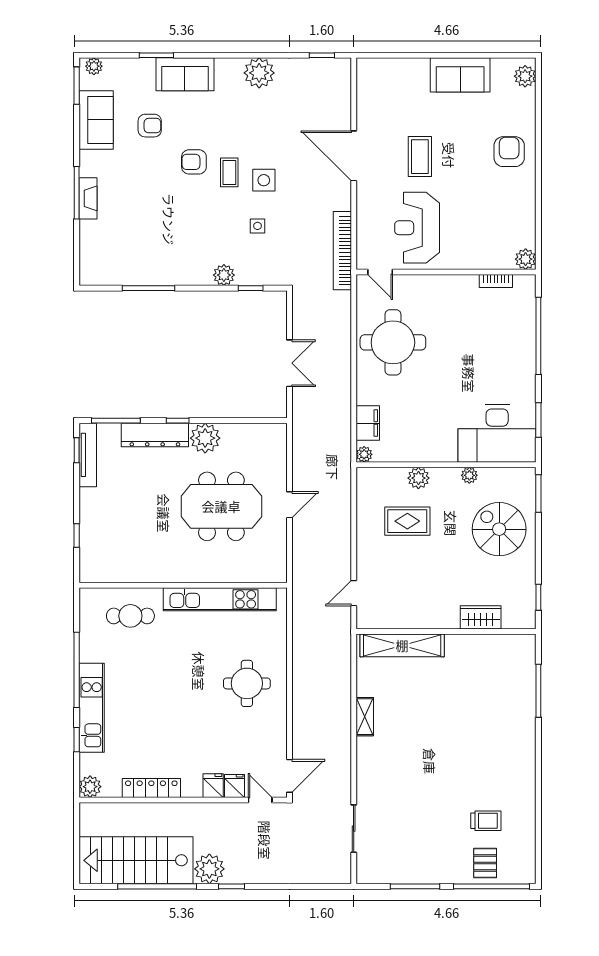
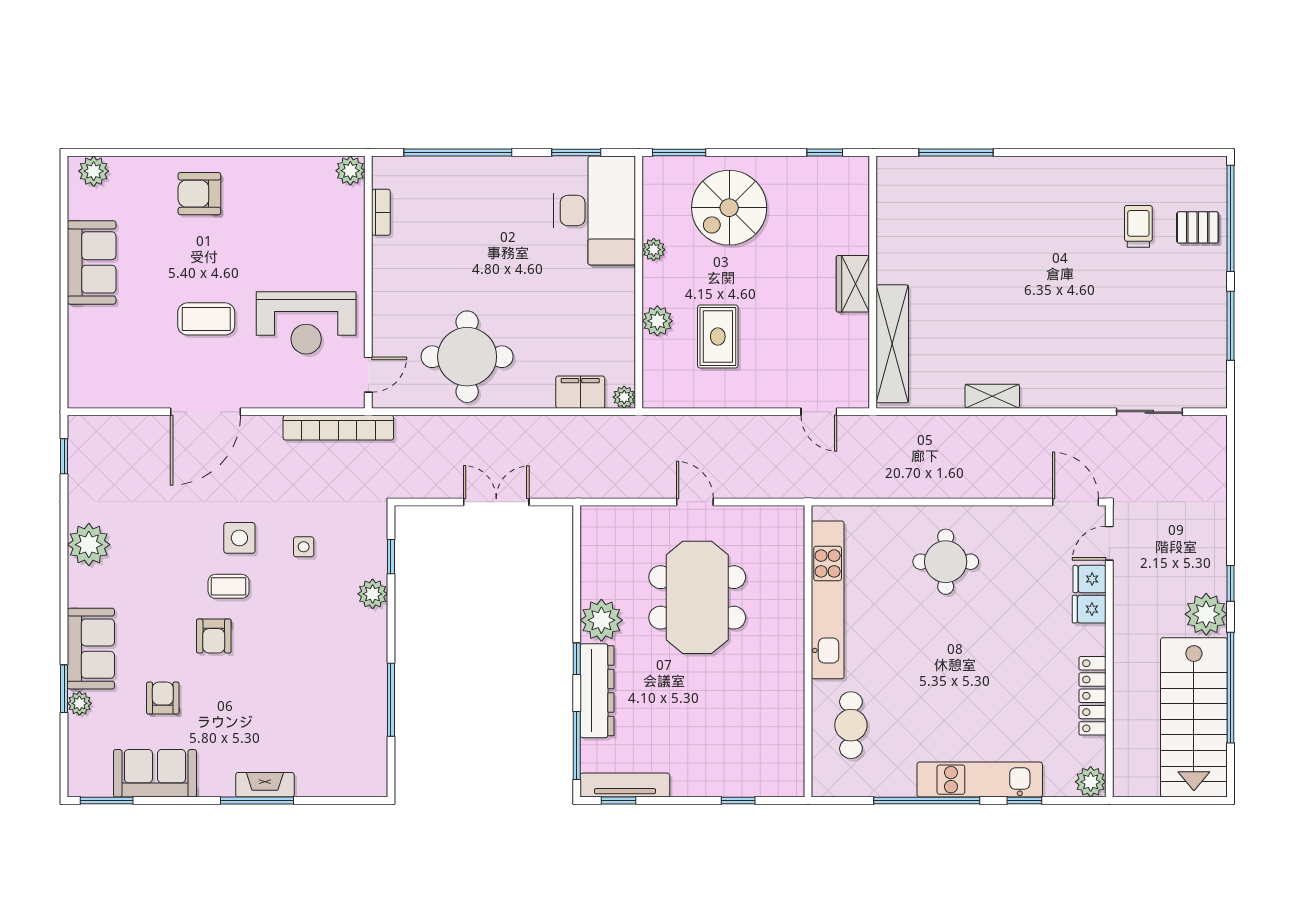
plant: (94, 66) -> (79, 703), moved
wardrobe: (481, 617) -> (853, 284), moved

